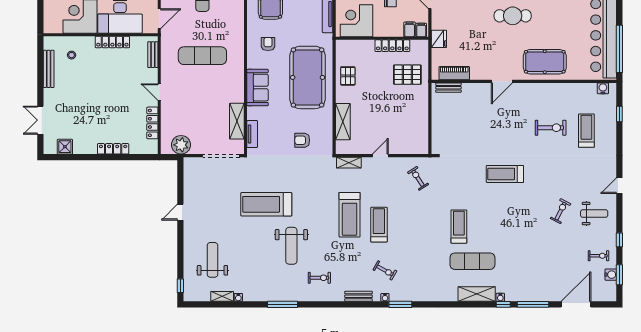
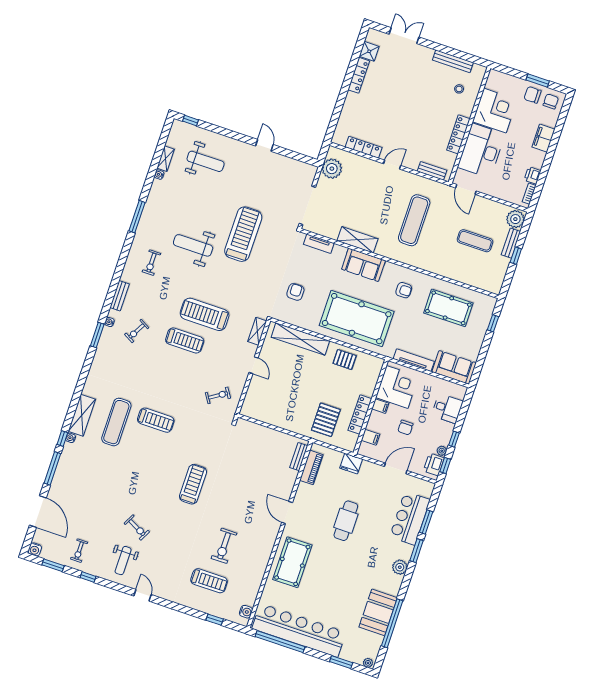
cafe table: (513, 16) -> (346, 521), moved
filing cabinet: (421, 30) -> (380, 406), moved
shelving: (237, 121) -> (357, 240), moved
shelving: (343, 122) -> (300, 339), width x1.47
locker: (113, 149) -> (359, 75), moved
water cooler: (611, 275) -> (35, 549), moved

